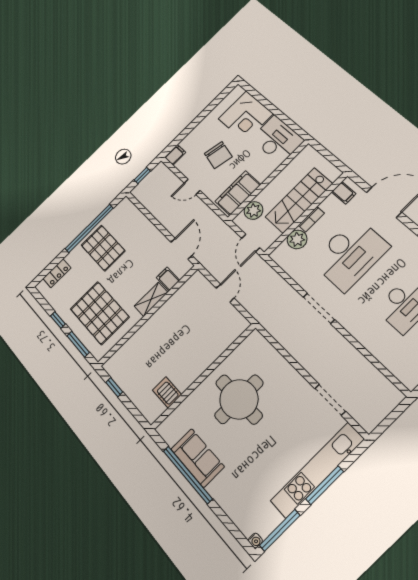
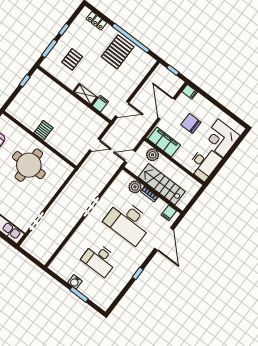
chair: (218, 155) -> (191, 123), turned 78
door: (192, 187) -> (167, 109), width x1.88
pallet: (100, 313) -> (72, 59), width x0.49, depth x0.50
server rack: (167, 392) -> (43, 130), moved

